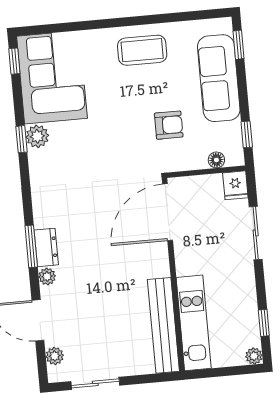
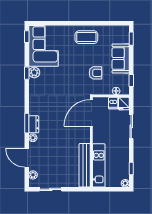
sofa: (219, 78) -> (121, 59), width x0.73
dishwasher: (212, 186) -> (113, 103), added

